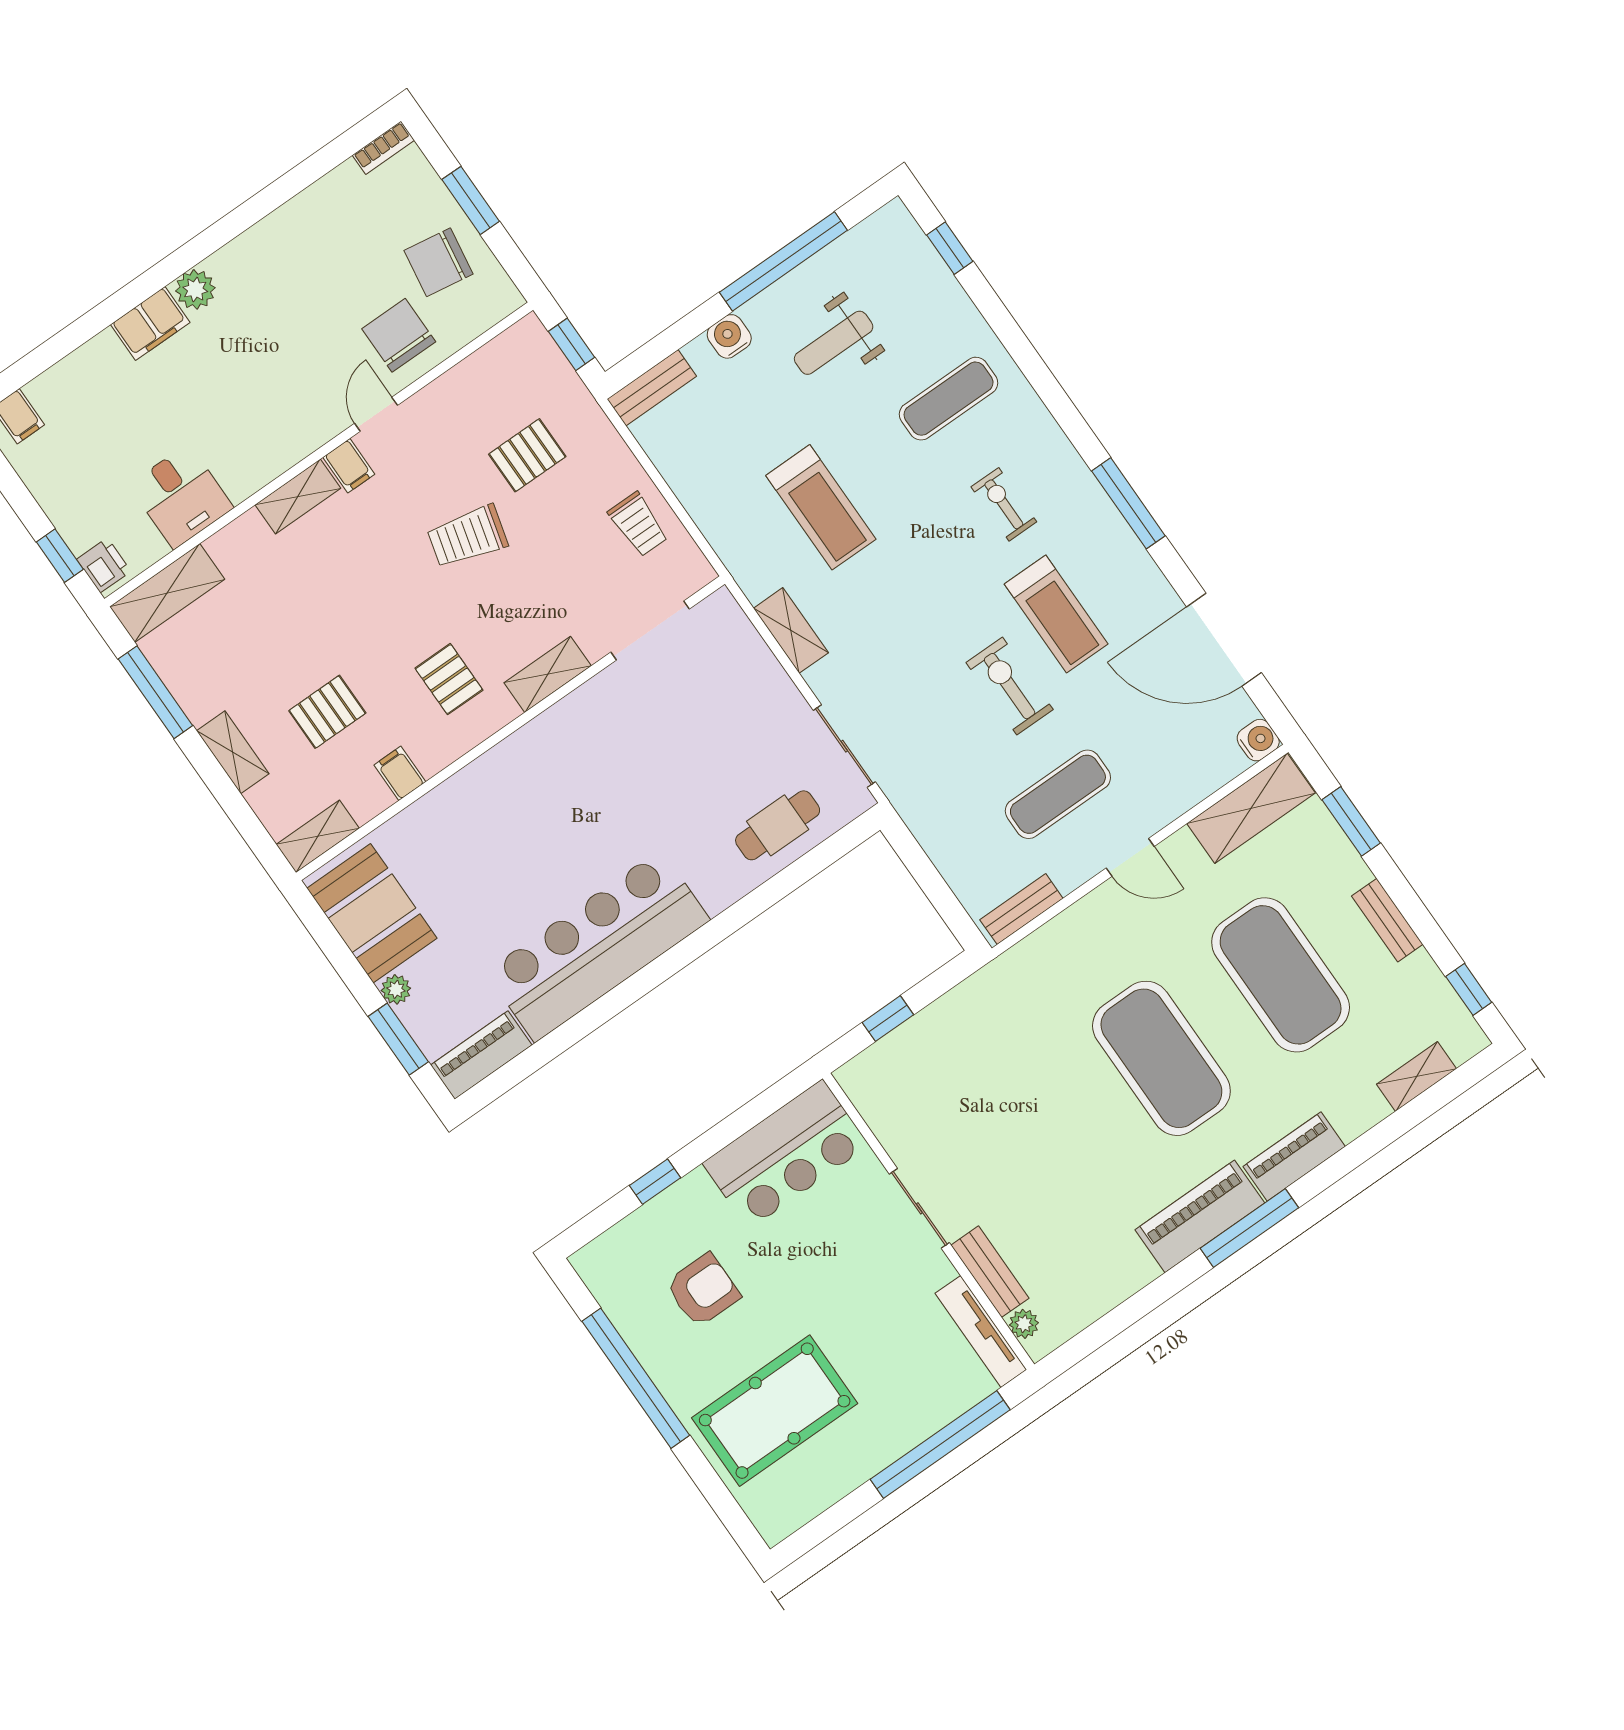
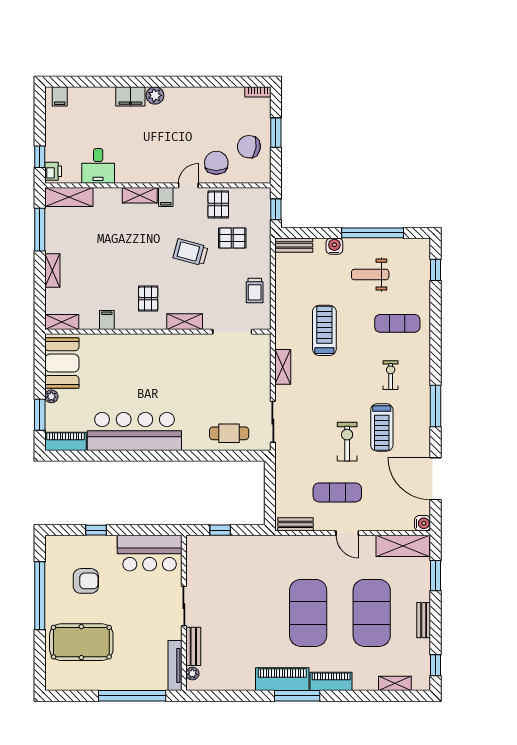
treadmill: (821, 507) -> (324, 330), turned 180
pallet: (327, 712) -> (218, 204), moved, turned 90

